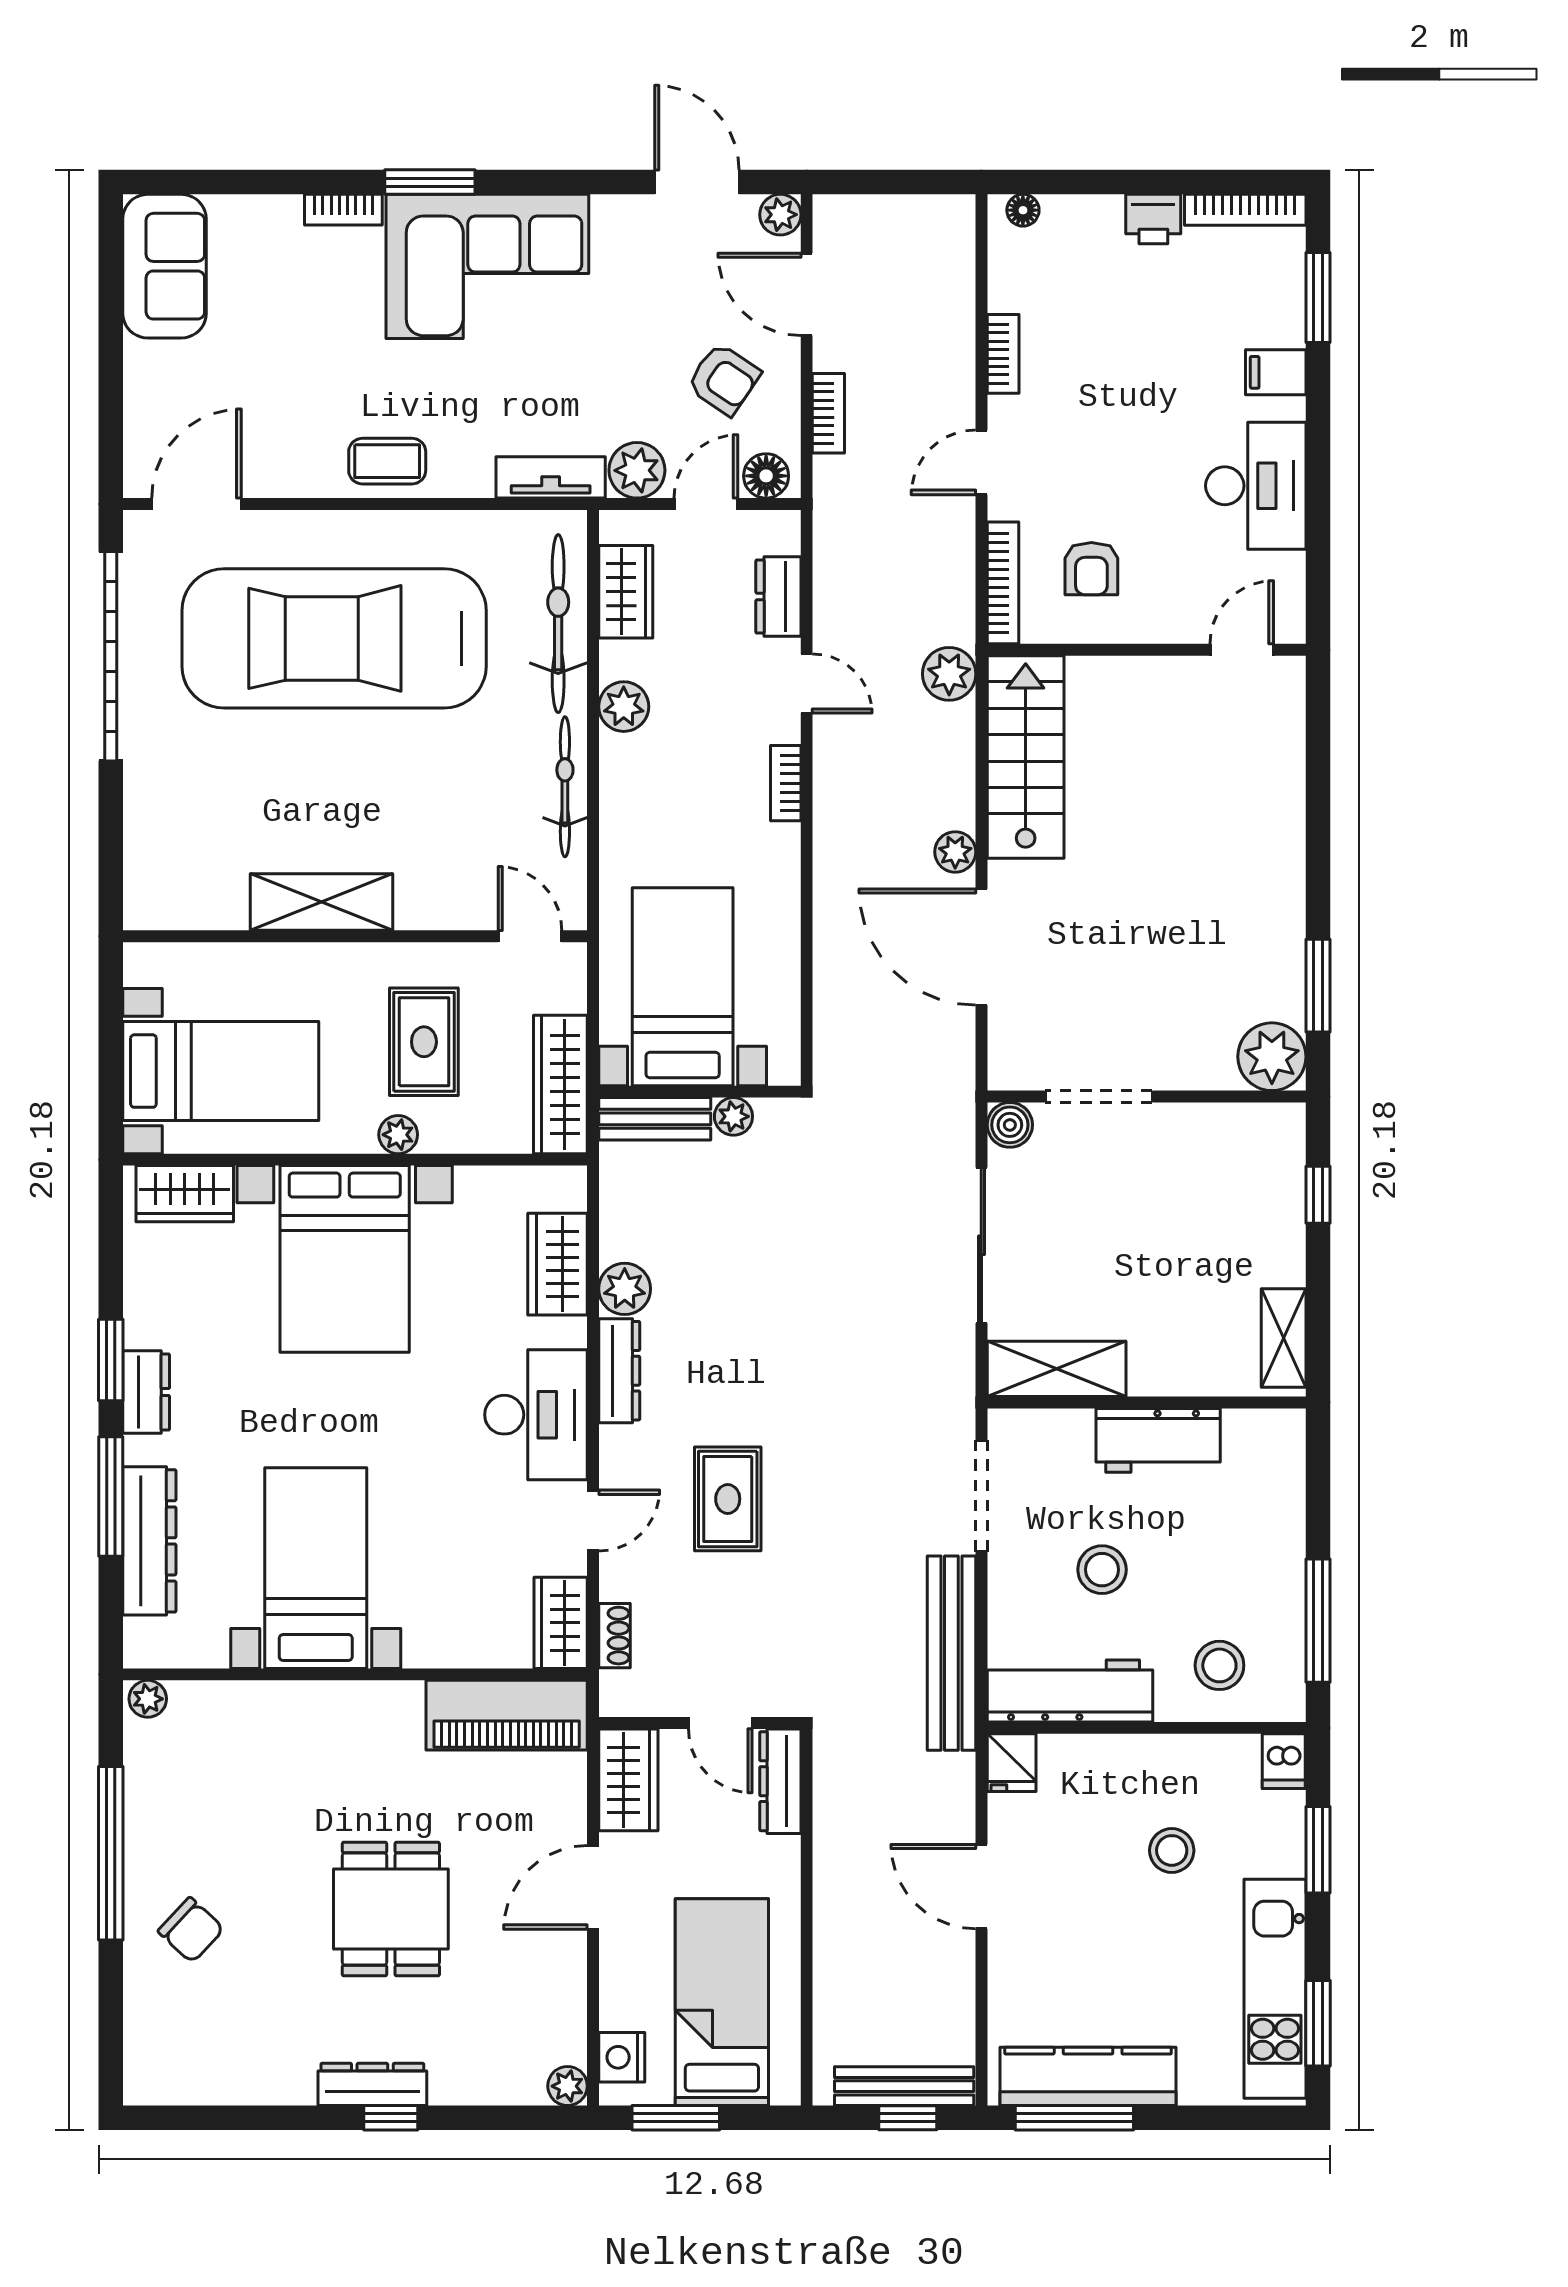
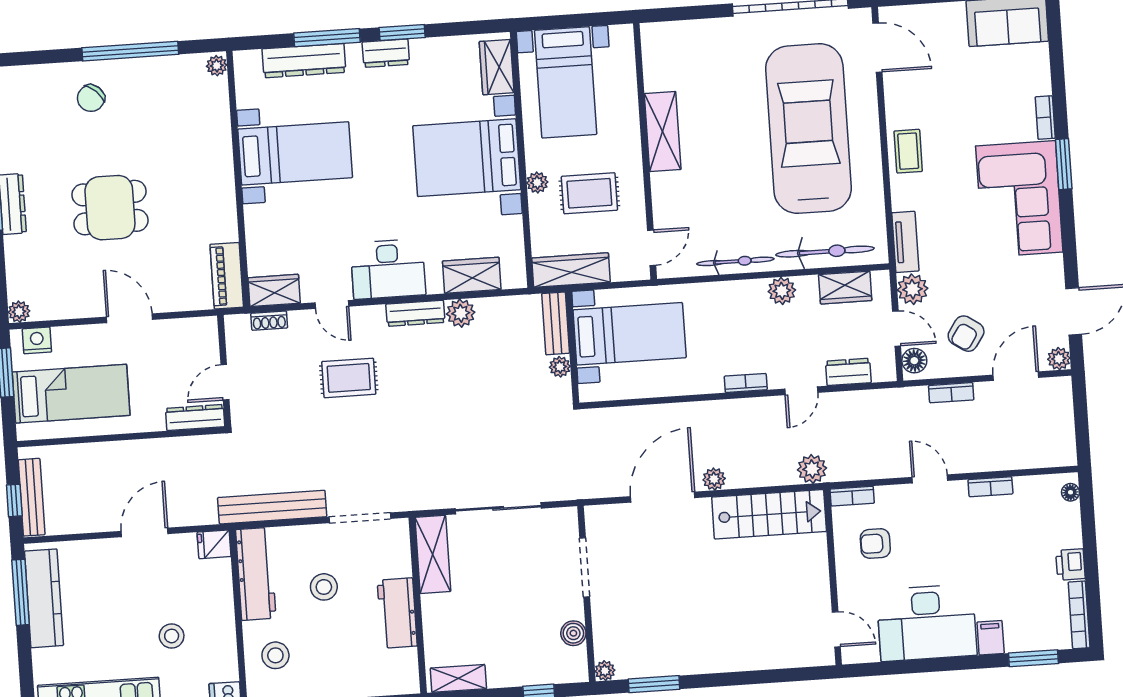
desk: (1256, 486) -> (927, 623), width x1.36, depth x1.30
bookcase: (1003, 583) -> (852, 496), width x0.64
plant: (1272, 1057) -> (605, 671), width x0.53, depth x0.53
boiler: (1010, 1125) -> (573, 633), moved
piano: (507, 1715) -> (227, 276), width x0.73, depth x0.75
wardrobe: (628, 1780) -> (190, 334), removed

